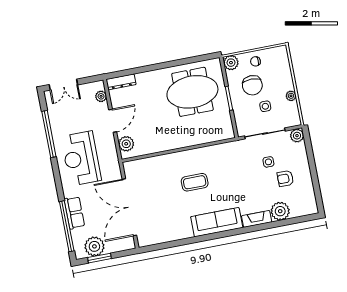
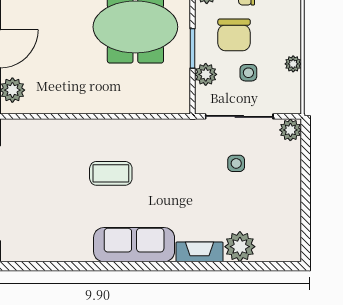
plant: (240, 112) -> (206, 74), added
armchair: (285, 178) -> (258, 195), removed

